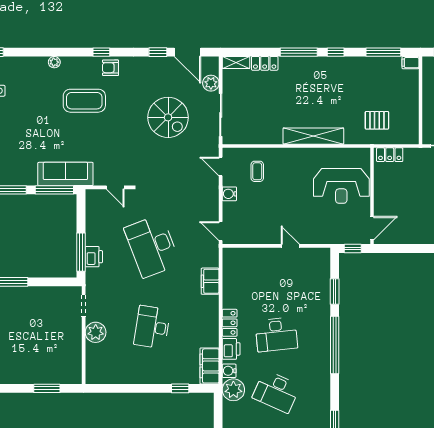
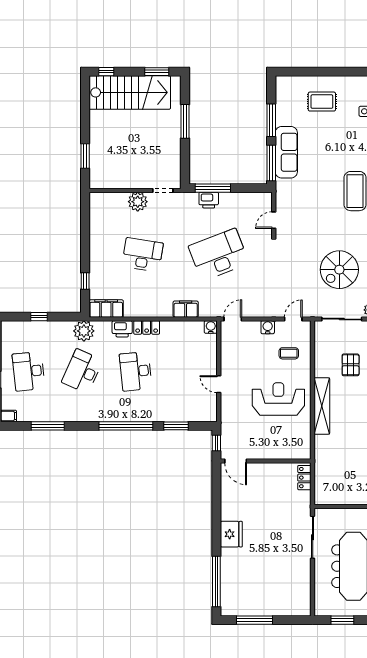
pallet: (377, 120) -> (351, 365), moved
sofa: (65, 174) -> (286, 152), moved
reception desk: (341, 186) -> (278, 399), moved, turned 90
door: (290, 246) -> (219, 384), swing flipped
water cooler: (229, 371) -> (211, 327), moved

